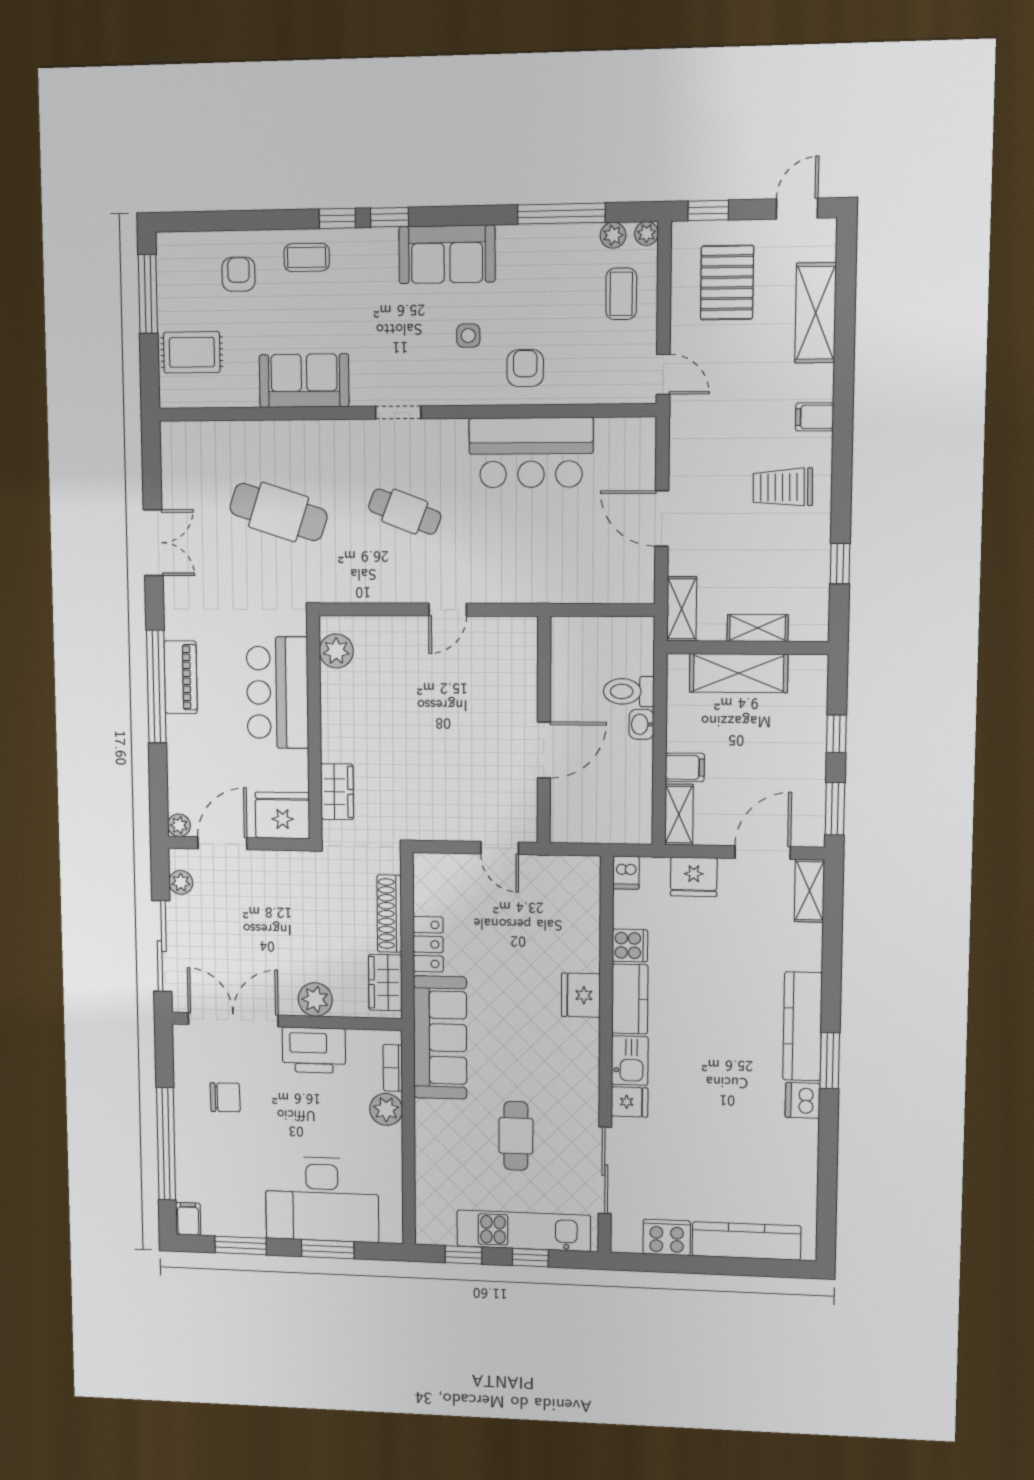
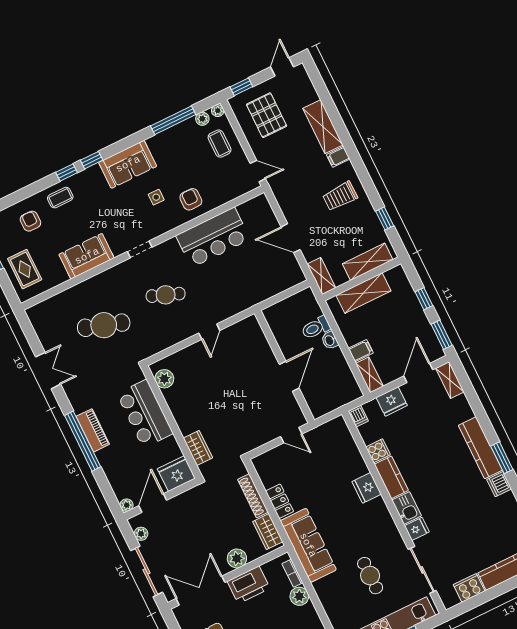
shelving: (816, 313) -> (323, 127), moved
rug: (192, 352) -> (25, 269), turned 90
shelving: (758, 628) -> (368, 262), width x1.50, depth x1.33

